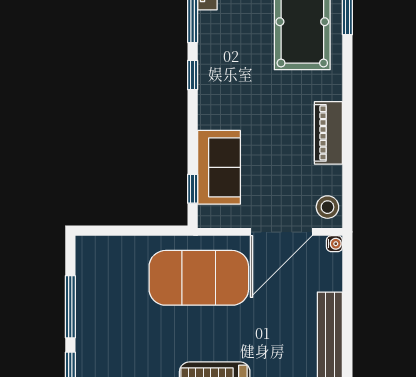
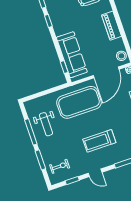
sofa: (219, 167) -> (72, 55), width x1.36
weight bench: (110, 301) -> (46, 124), added

